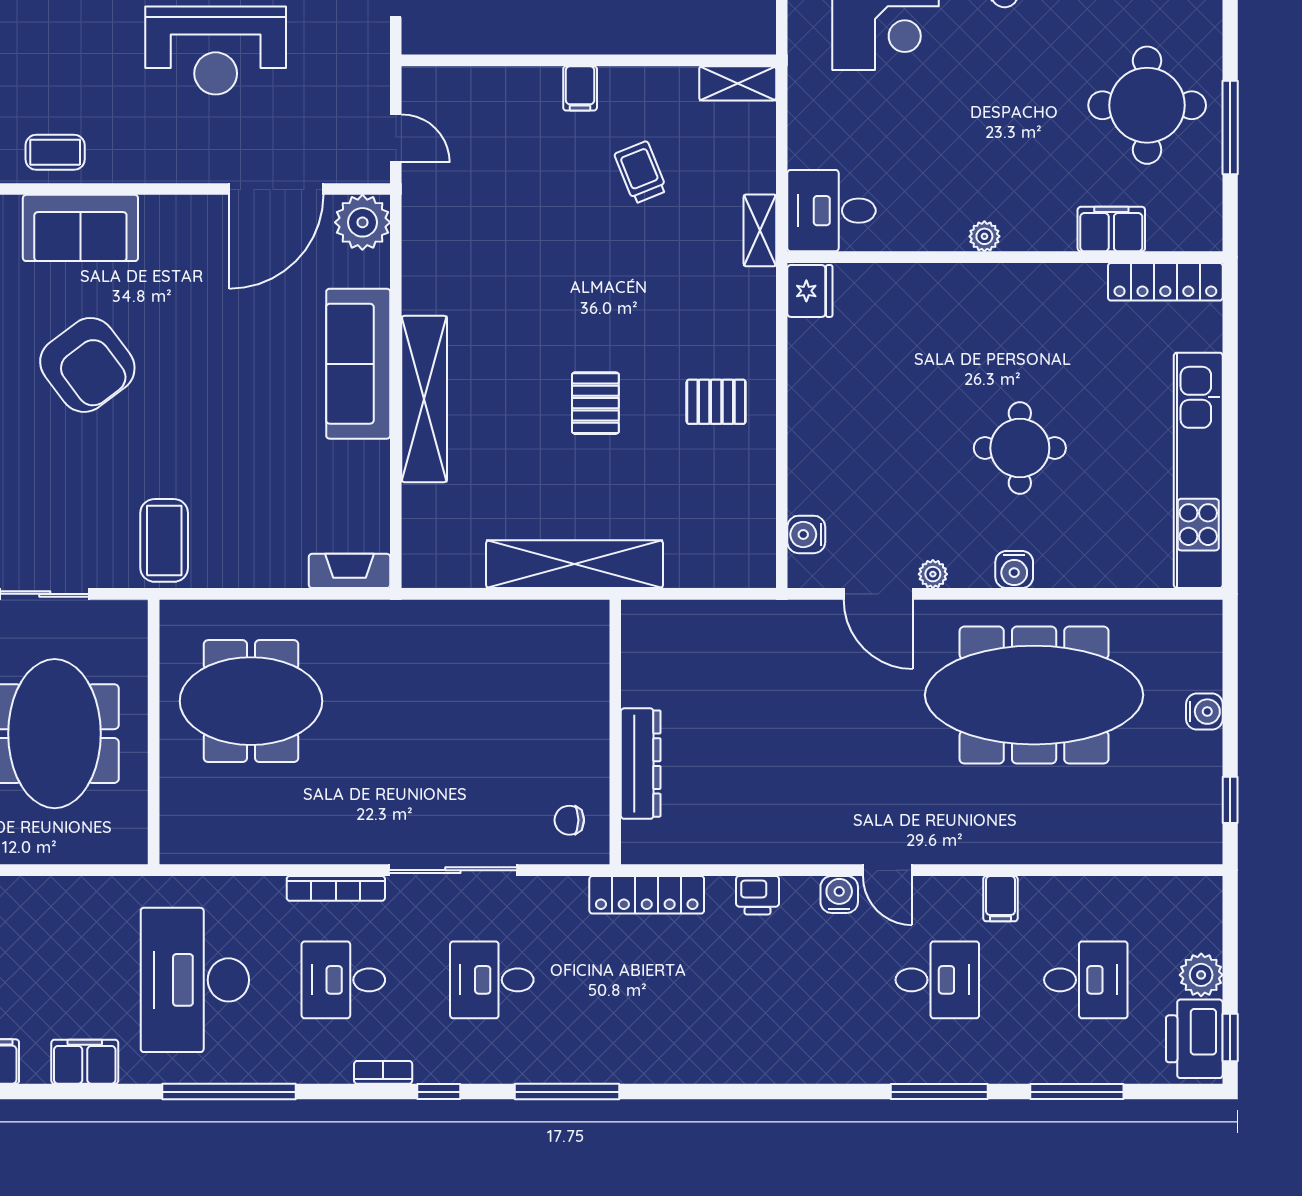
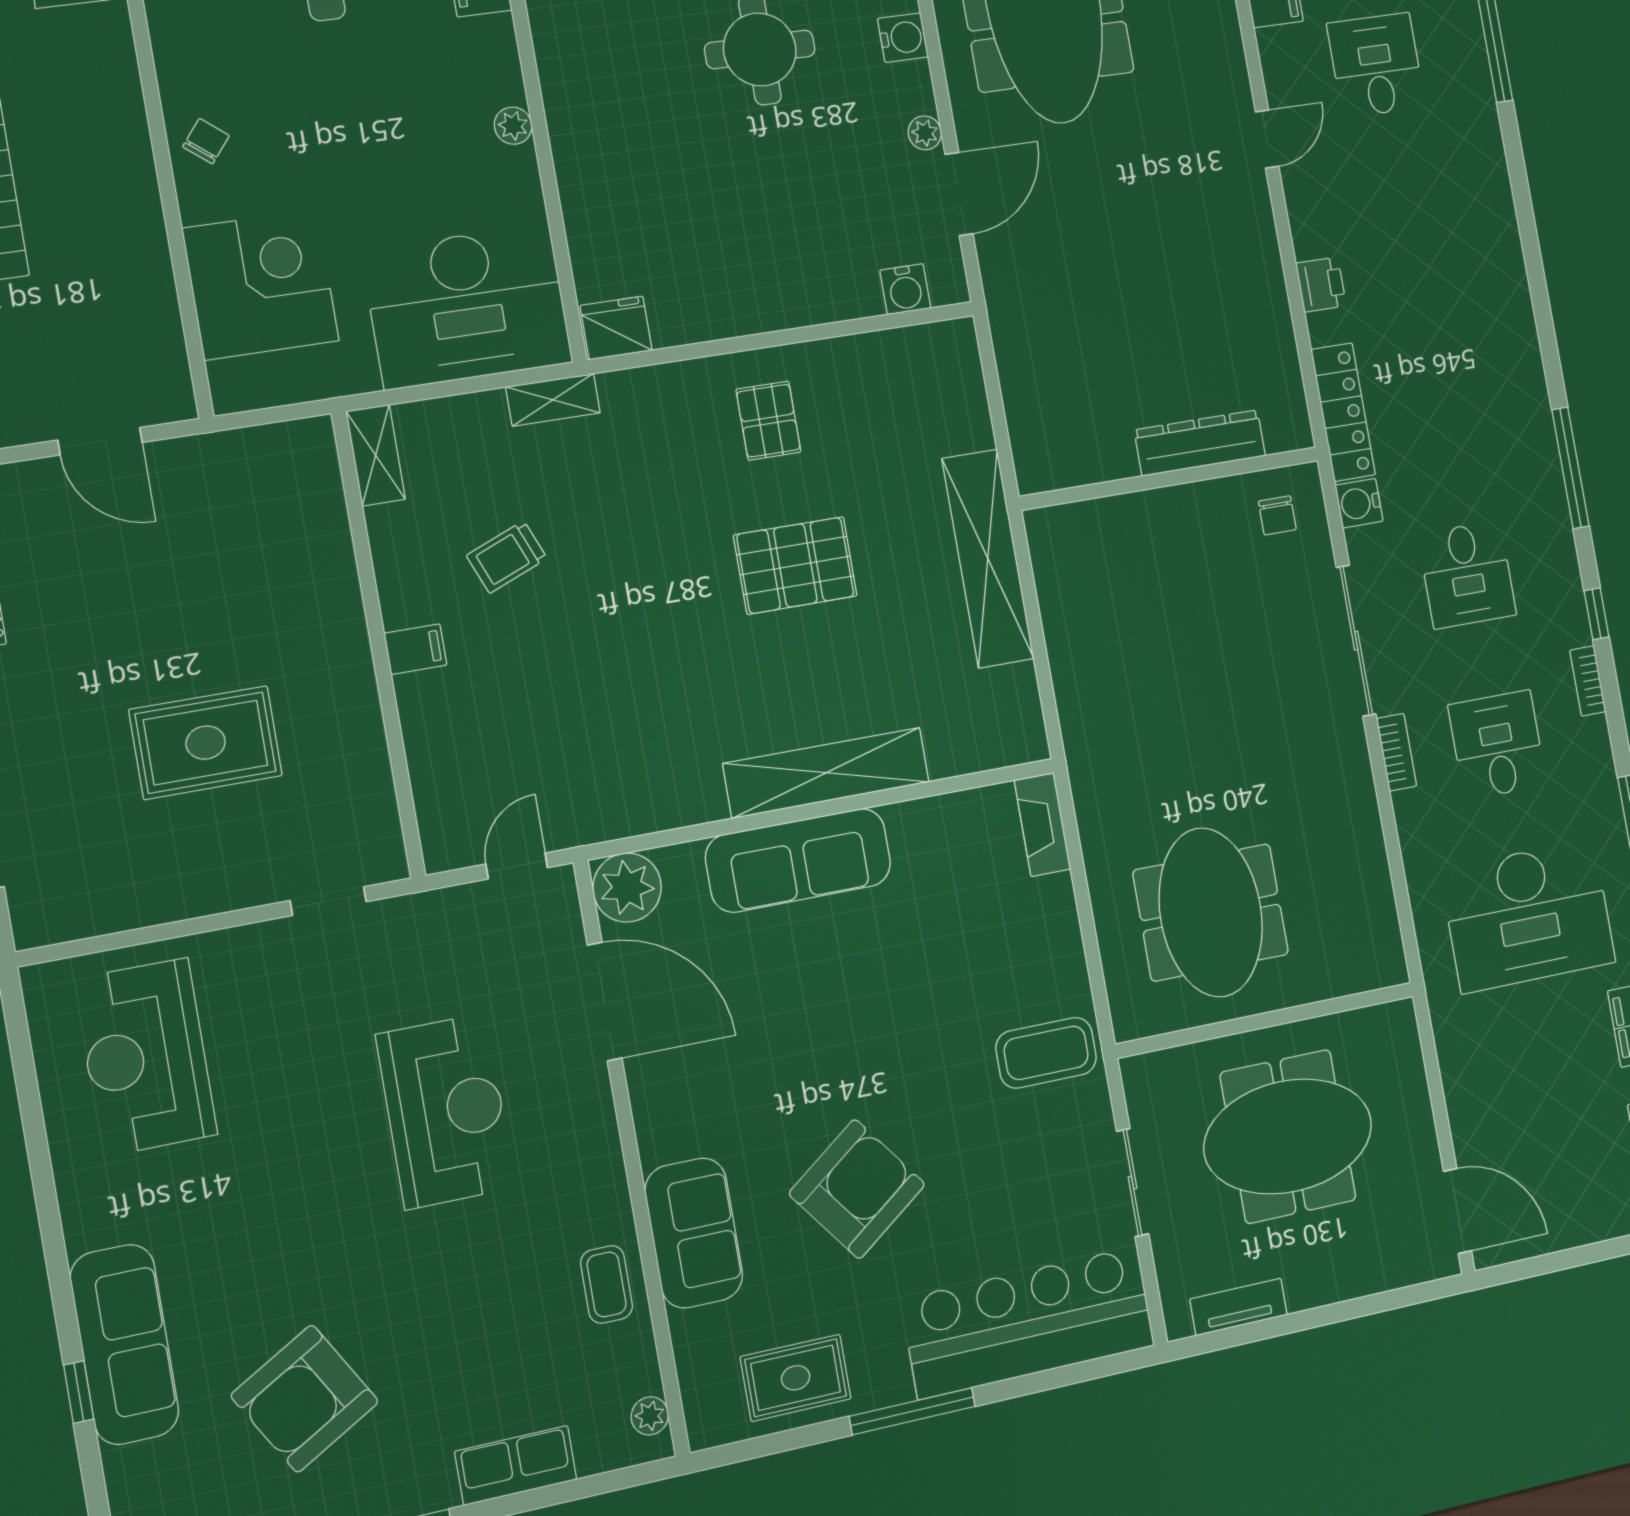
desk: (831, 211) -> (467, 306), width x1.87, depth x1.30
pallet: (595, 403) -> (795, 565), width x1.50, depth x1.42
bookcase: (336, 888) -> (1397, 752), width x0.64
water cooler: (839, 894) -> (1359, 503), moved
desk: (343, 980) -> (1497, 745), turned 180

